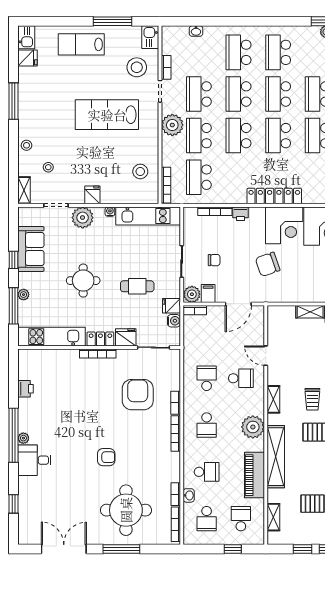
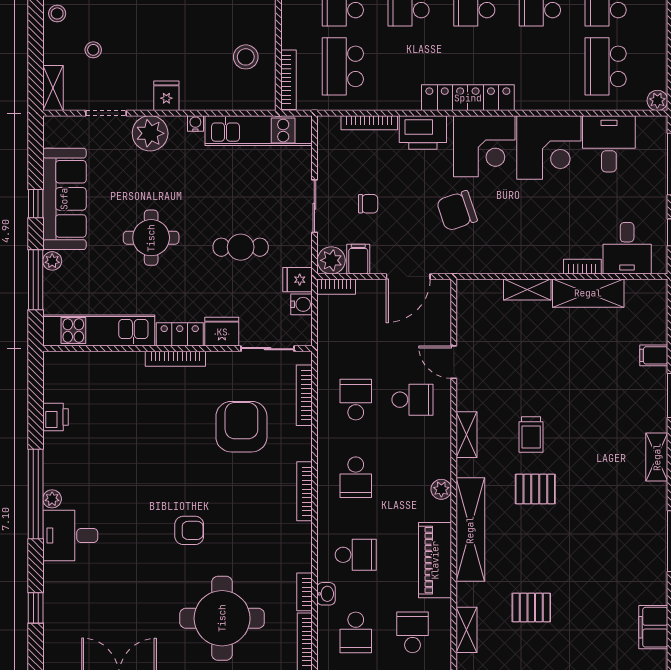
printer: (241, 214) -> (423, 132), width x1.87, depth x1.48
sofa: (31, 249) -> (64, 199), width x1.36
bookcase: (176, 403) -> (304, 395), moved, width x1.56
plant: (253, 427) -> (441, 489), width x0.53, depth x0.53

